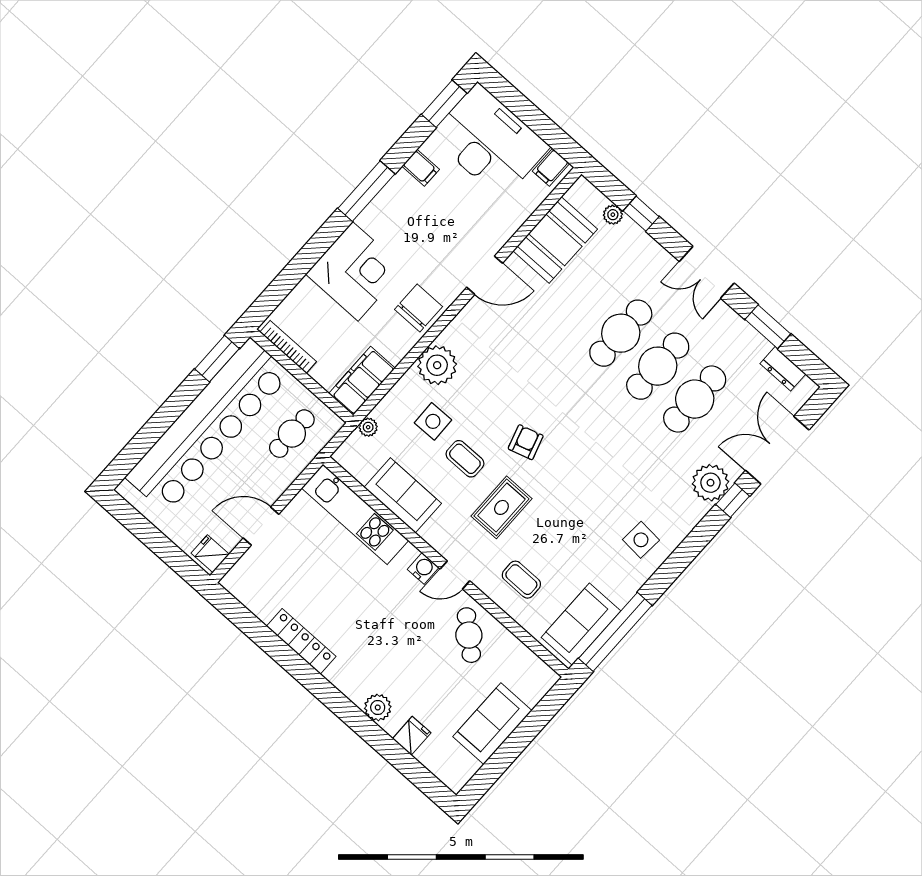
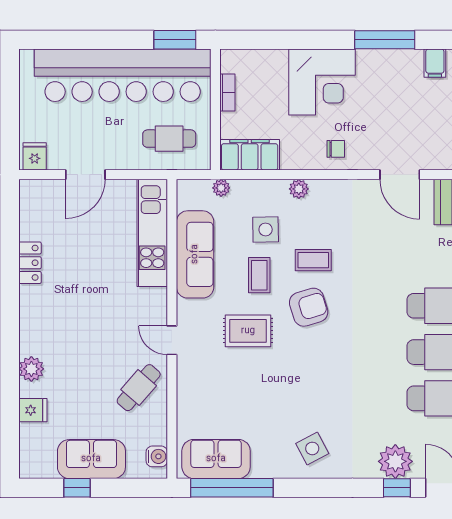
chair: (419, 308) -> (336, 149), width x0.54, depth x0.54
bookcase: (288, 347) -> (227, 93), width x0.64
plant: (437, 365) -> (299, 189), width x0.53, depth x0.53
armchair: (526, 442) -> (309, 307), width x1.38, depth x1.38
sofa: (403, 495) -> (195, 254), width x1.36
door: (261, 526) -> (85, 175), swing flipped
side table: (641, 540) -> (312, 448), turned -32
water cooler: (423, 568) -> (157, 456), moved
coffee table: (521, 580) -> (313, 260), moved, turned 90
locker: (301, 641) -> (30, 263), width x0.66
window: (505, 756) -> (77, 488), added

